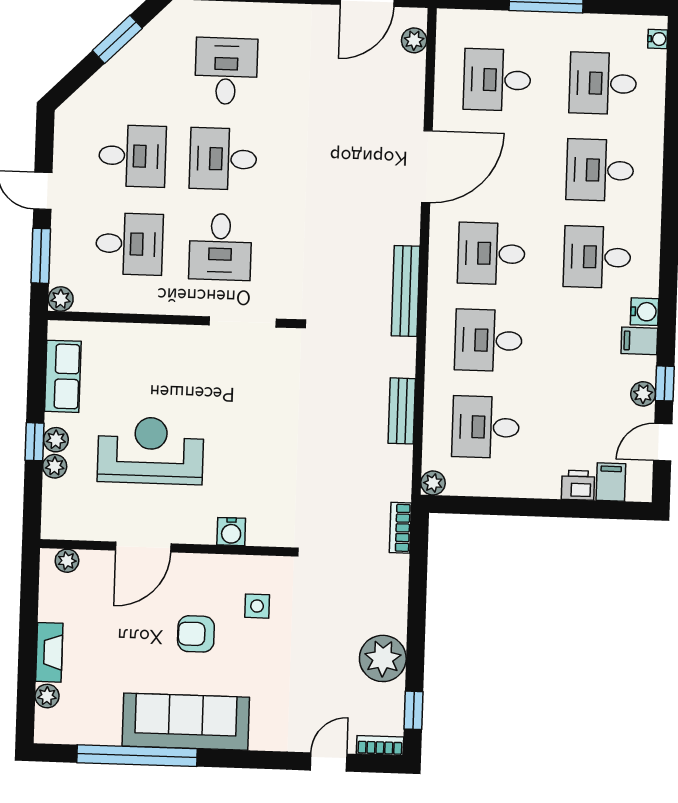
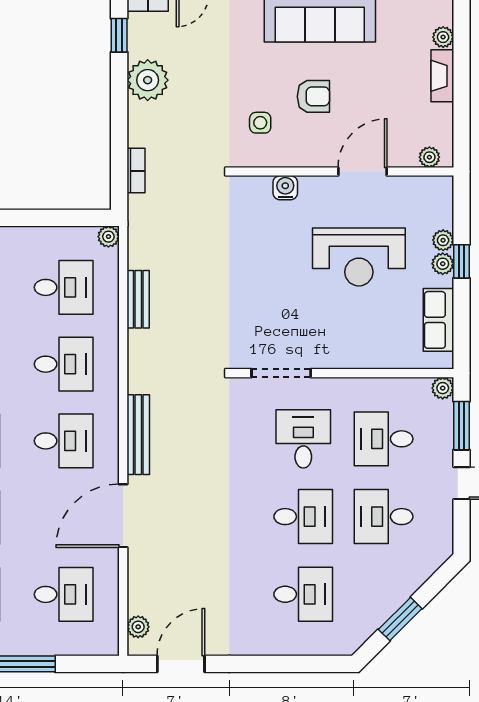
desk: (226, 71) -> (303, 594), turned -90
bench: (406, 291) -> (138, 435), moved
bookcase: (400, 528) -> (136, 171), moved

